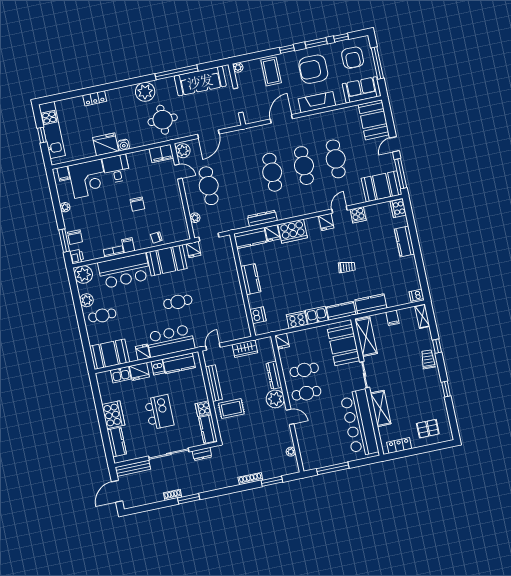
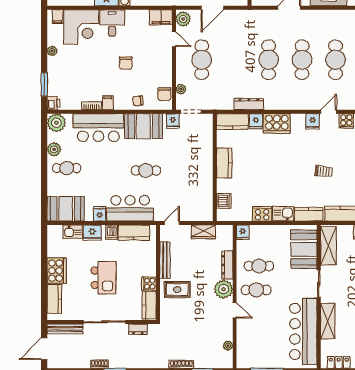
chair: (75, 237) -> (164, 94), moved

